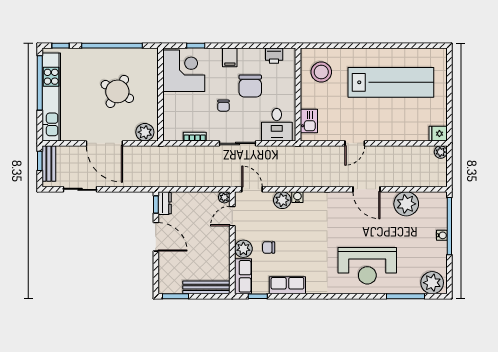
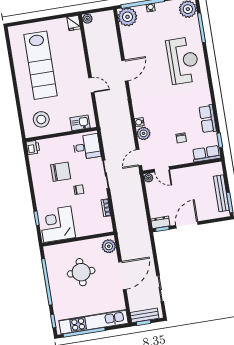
printer: (274, 56) -> (33, 147), moved
filing cabinet: (230, 57) -> (41, 191), removed
lab bench: (391, 82) -> (40, 65), turned 180
round table: (117, 91) -> (81, 272), turned -30
plant: (406, 204) -> (127, 17), moved
plant: (243, 249) -> (185, 157), removed
bench: (206, 287) -> (221, 193), moved

